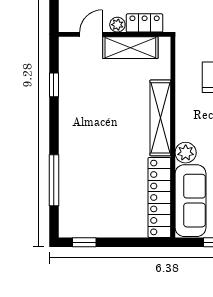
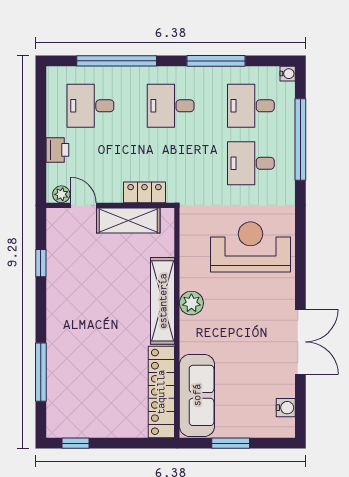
plant: (117, 25) -> (61, 194), moved
door: (91, 34) -> (83, 205), hinge flipped
plant: (186, 153) -> (191, 303), moved

